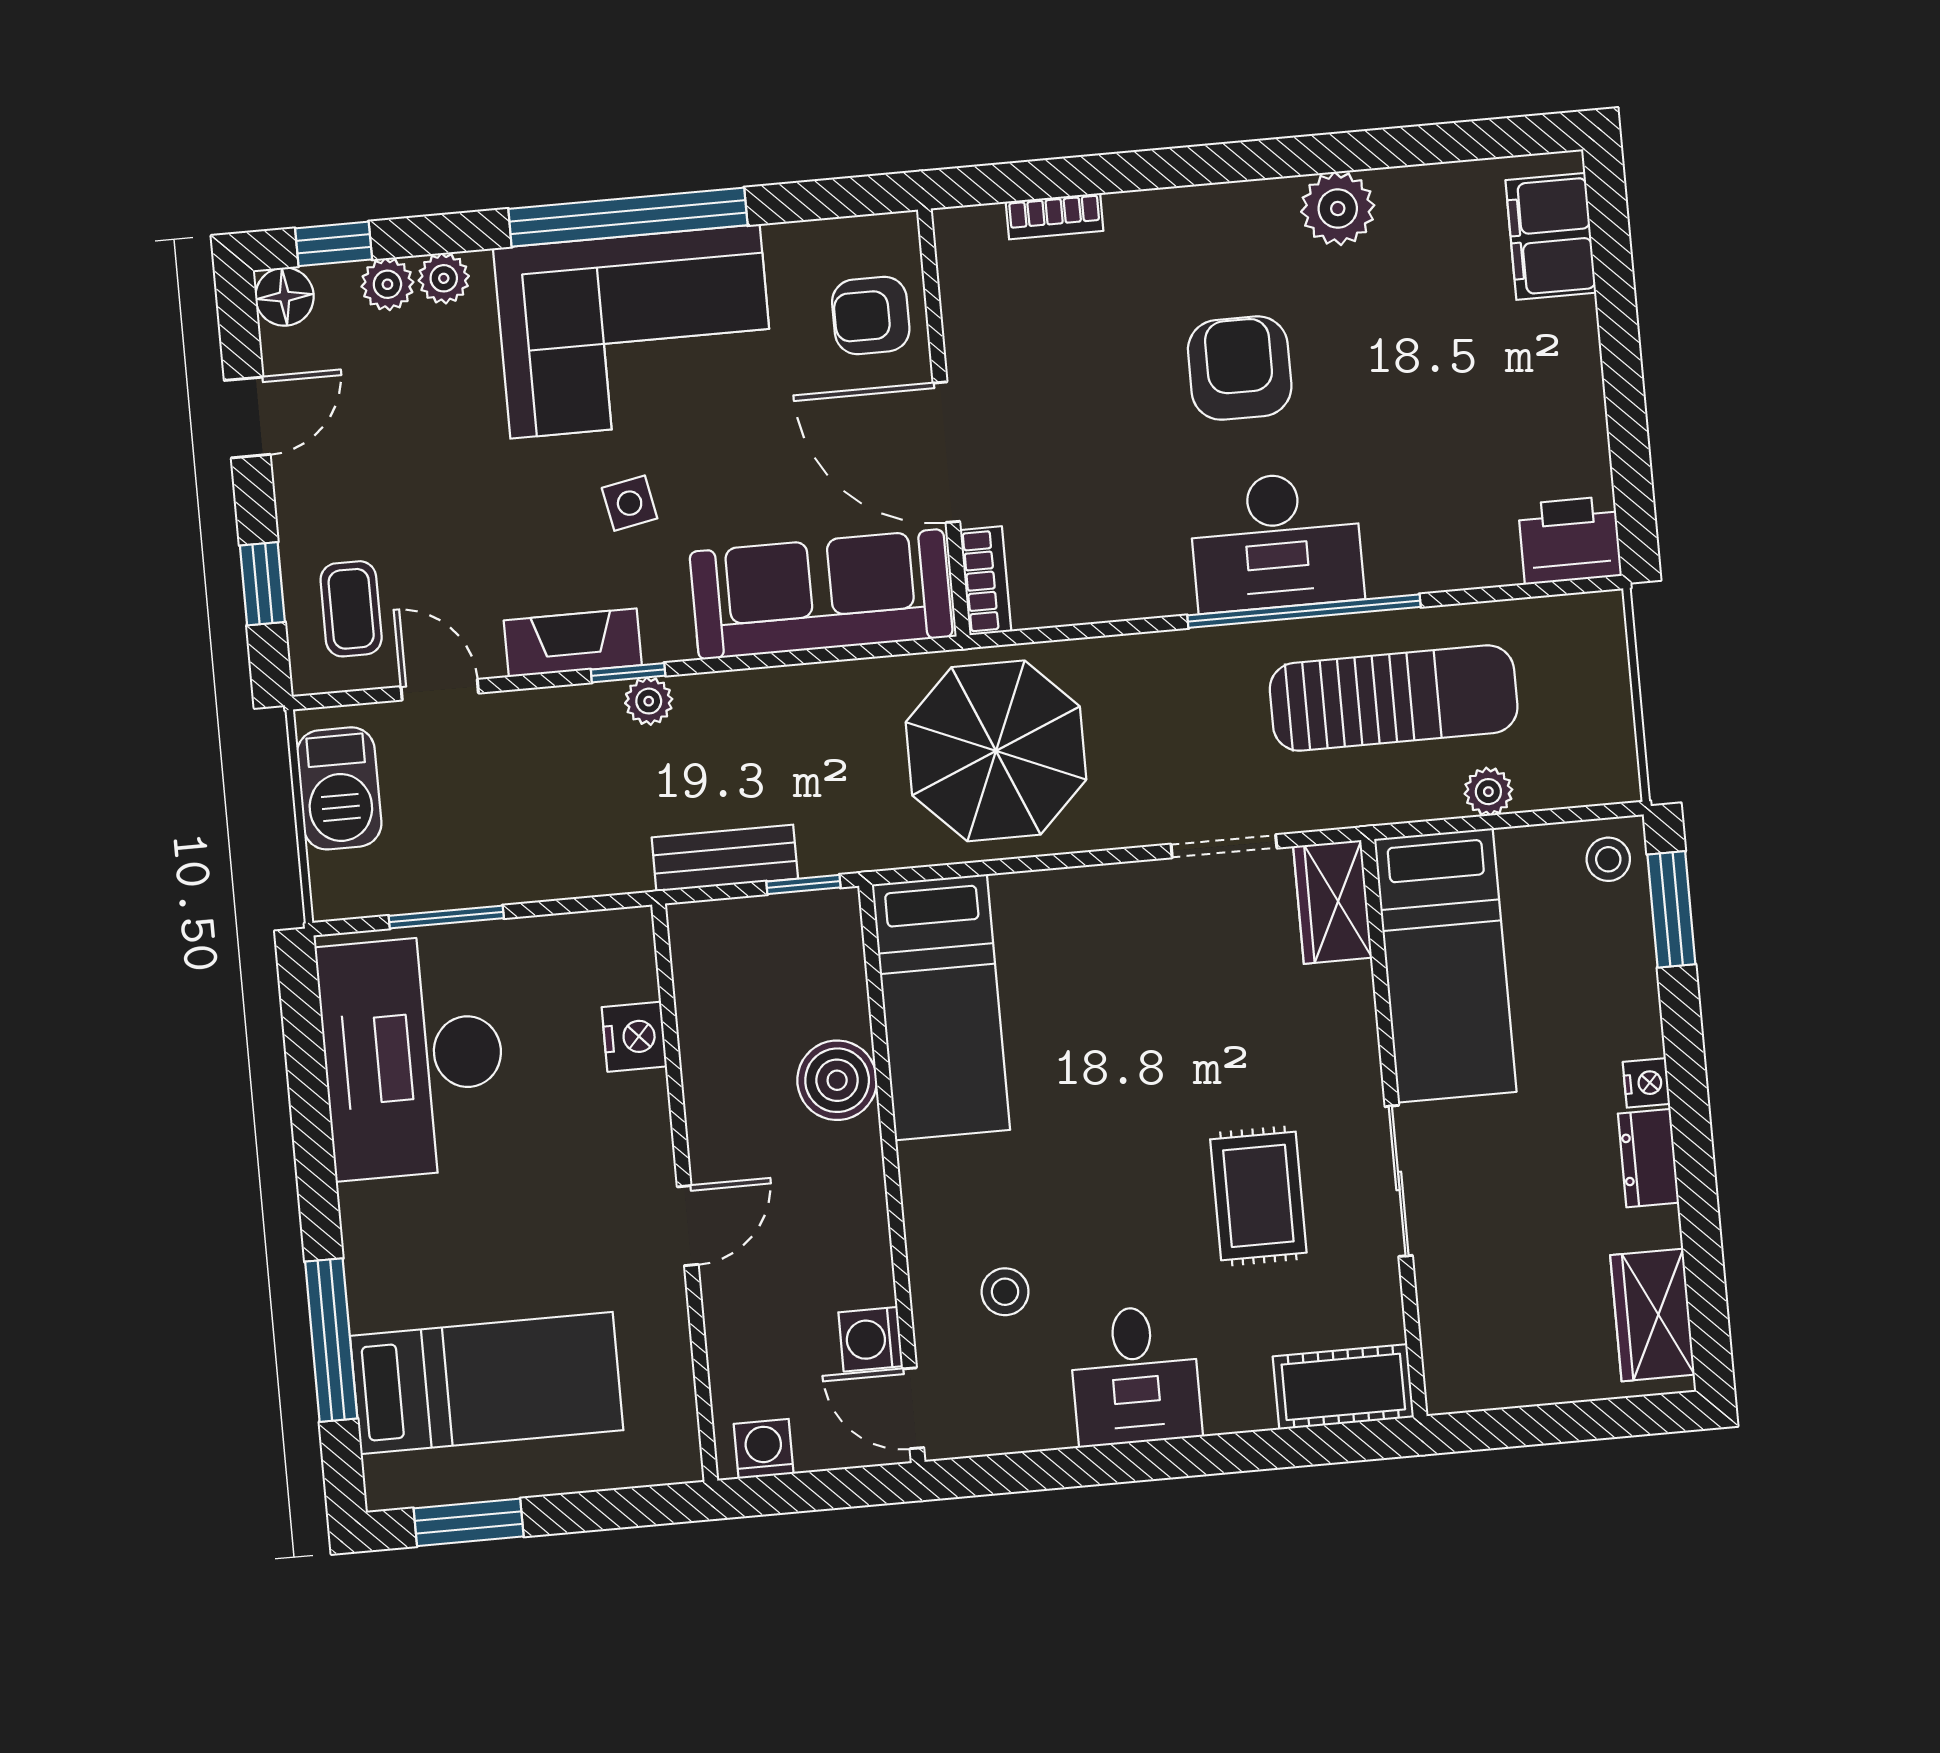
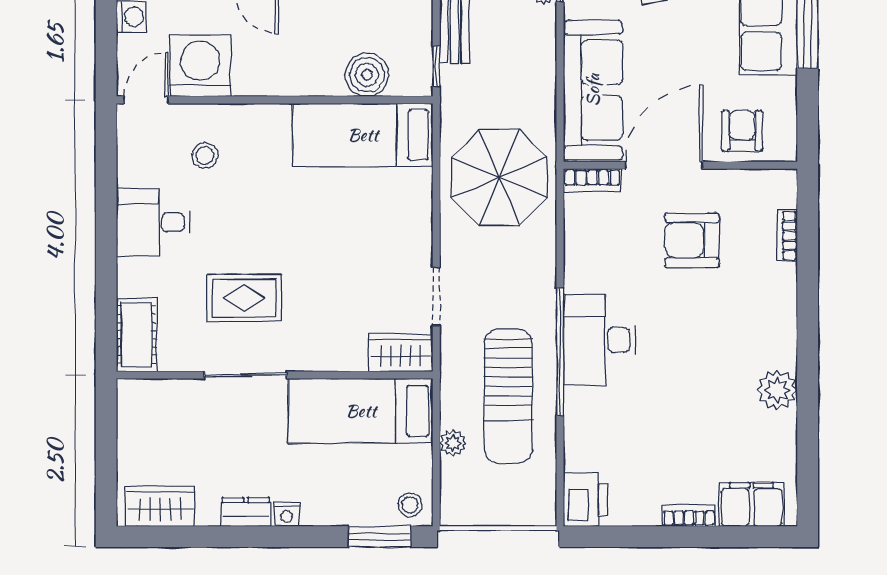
bookcase: (1582, 348) -> (689, 516), added
armchair: (1240, 368) -> (692, 240), moved, turned 180
boiler: (837, 1080) -> (367, 75), moved
washing machine: (871, 1339) -> (200, 66), width x1.89, depth x1.89

